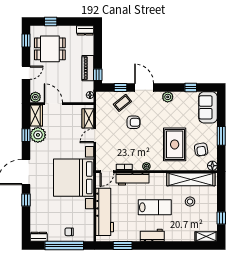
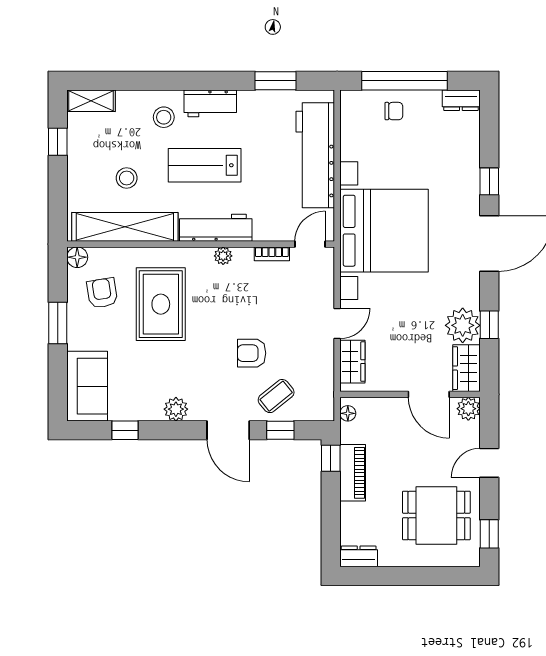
window: (51, 21) -> (435, 576), removed
workbench: (132, 179) -> (216, 228), moved
stool: (173, 229) -> (164, 117), added

